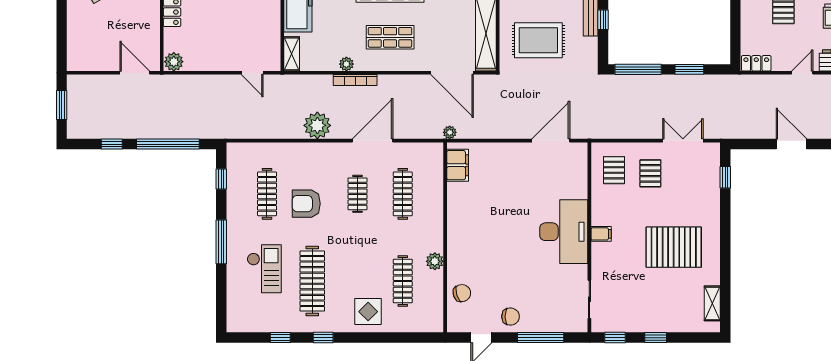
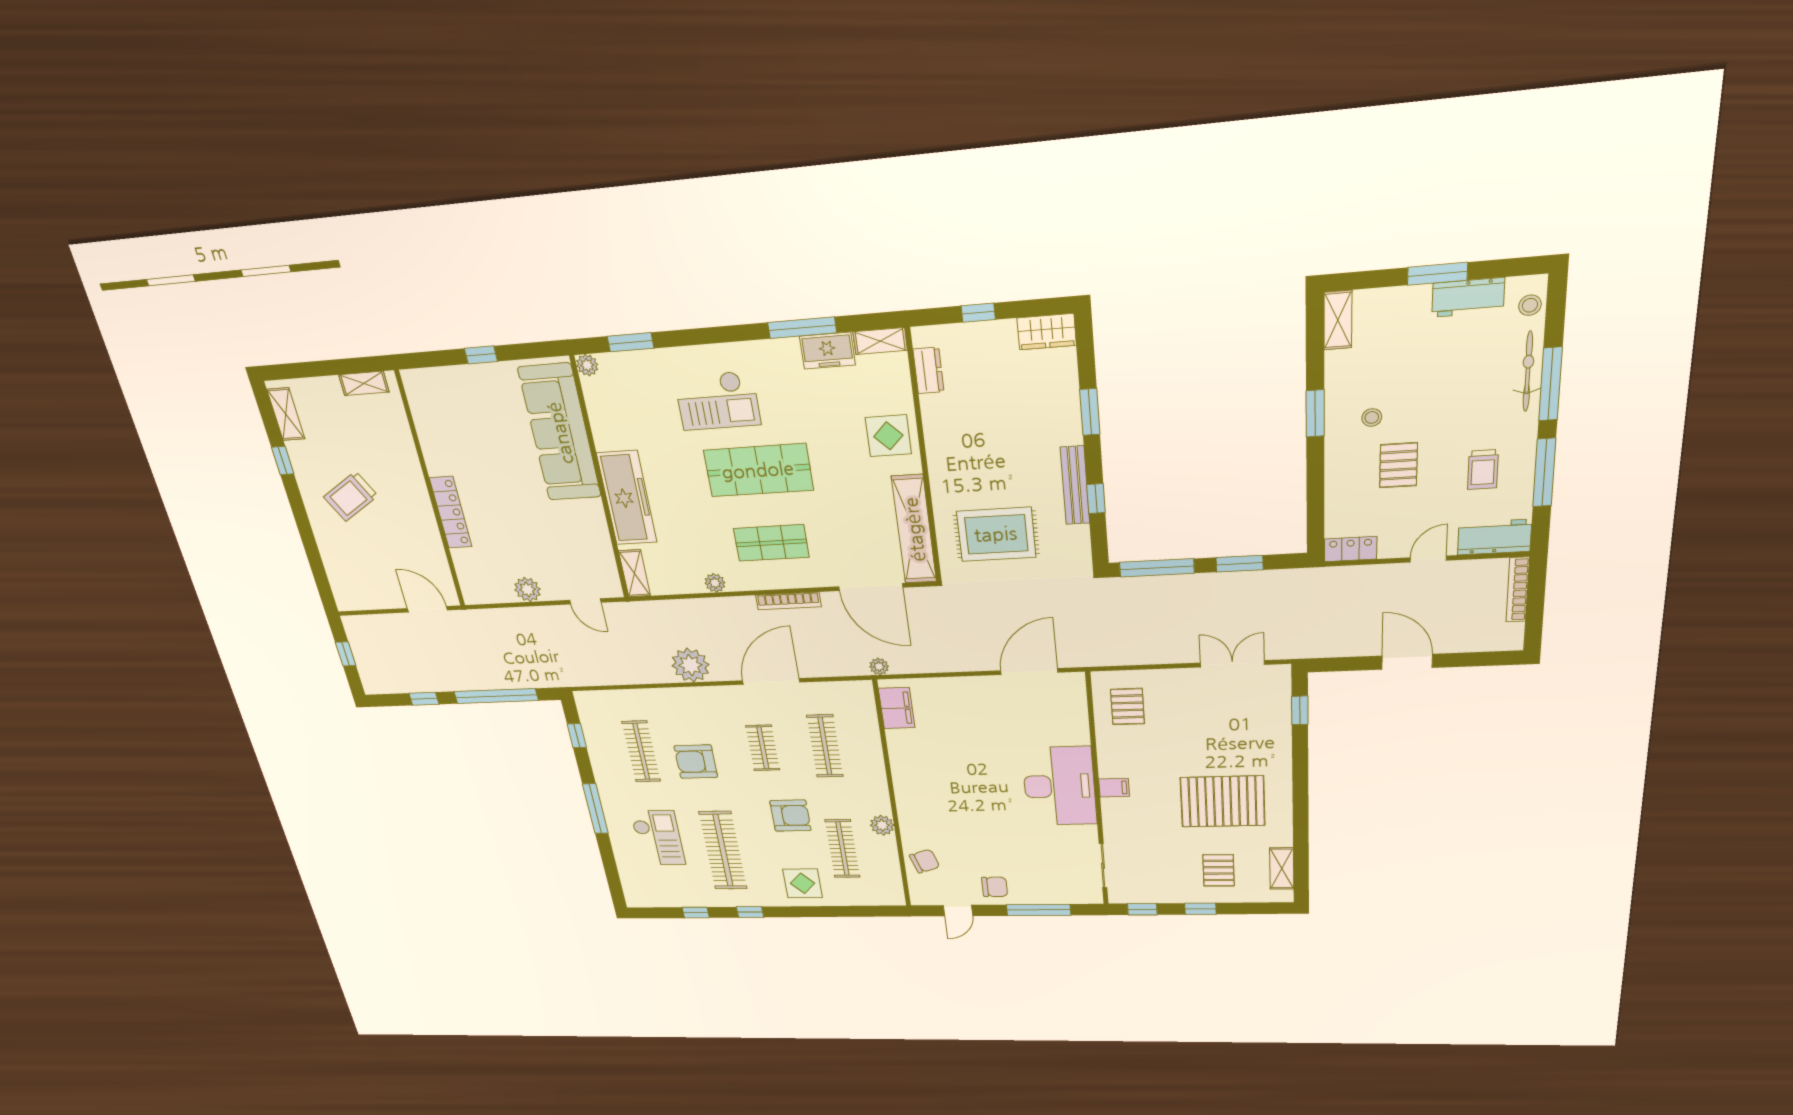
plant: (174, 62) -> (527, 590), moved
bookcase: (355, 80) -> (788, 601), moved
window: (62, 105) -> (346, 654), width x0.67
pallet: (650, 173) -> (1219, 870), moved
armchair: (368, 251) -> (790, 816), added

